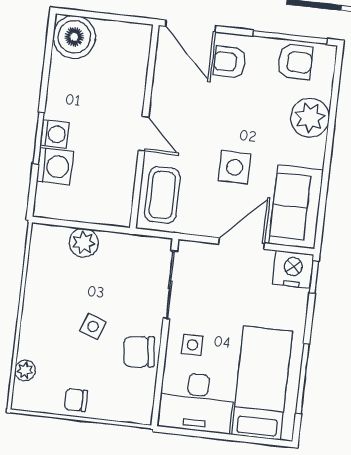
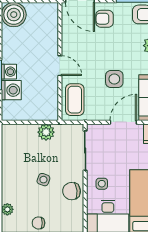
plant: (84, 243) -> (46, 132), moved

